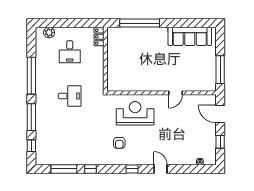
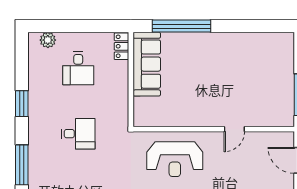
sofa: (190, 36) -> (147, 64), moved, turned -90
window: (31, 76) -> (22, 104), width x0.47
reception desk: (135, 113) -> (175, 159), turned 180

